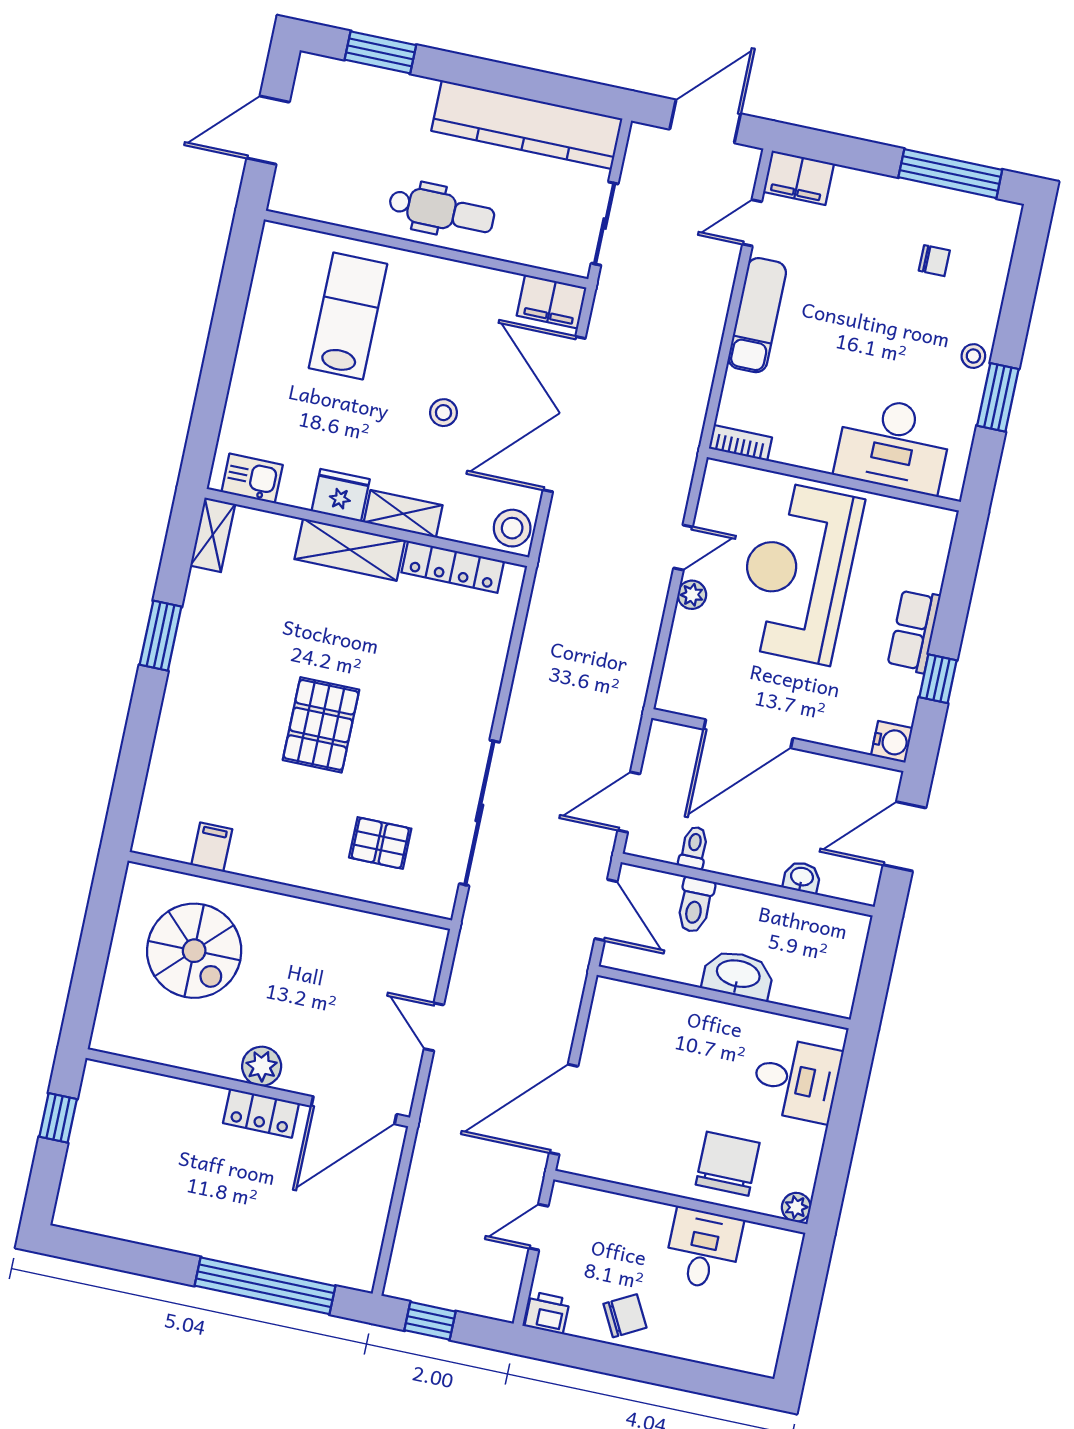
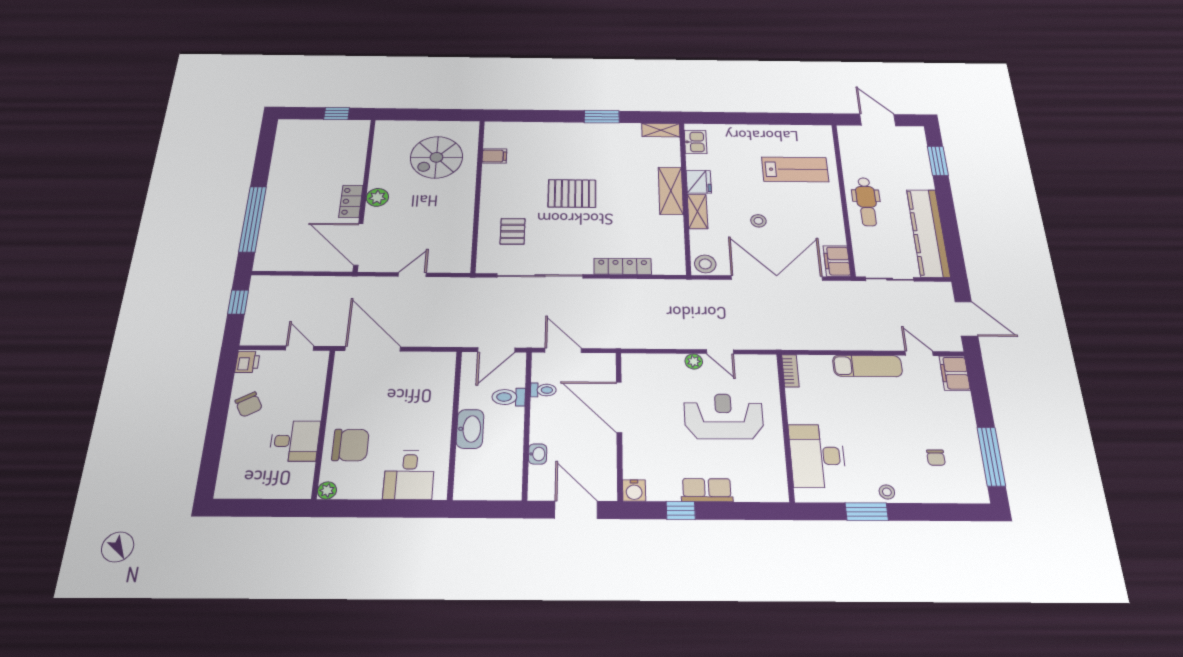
locker: (453, 567) -> (623, 266), moved, turned 90
reception desk: (798, 572) -> (724, 416), width x0.74, depth x0.77

